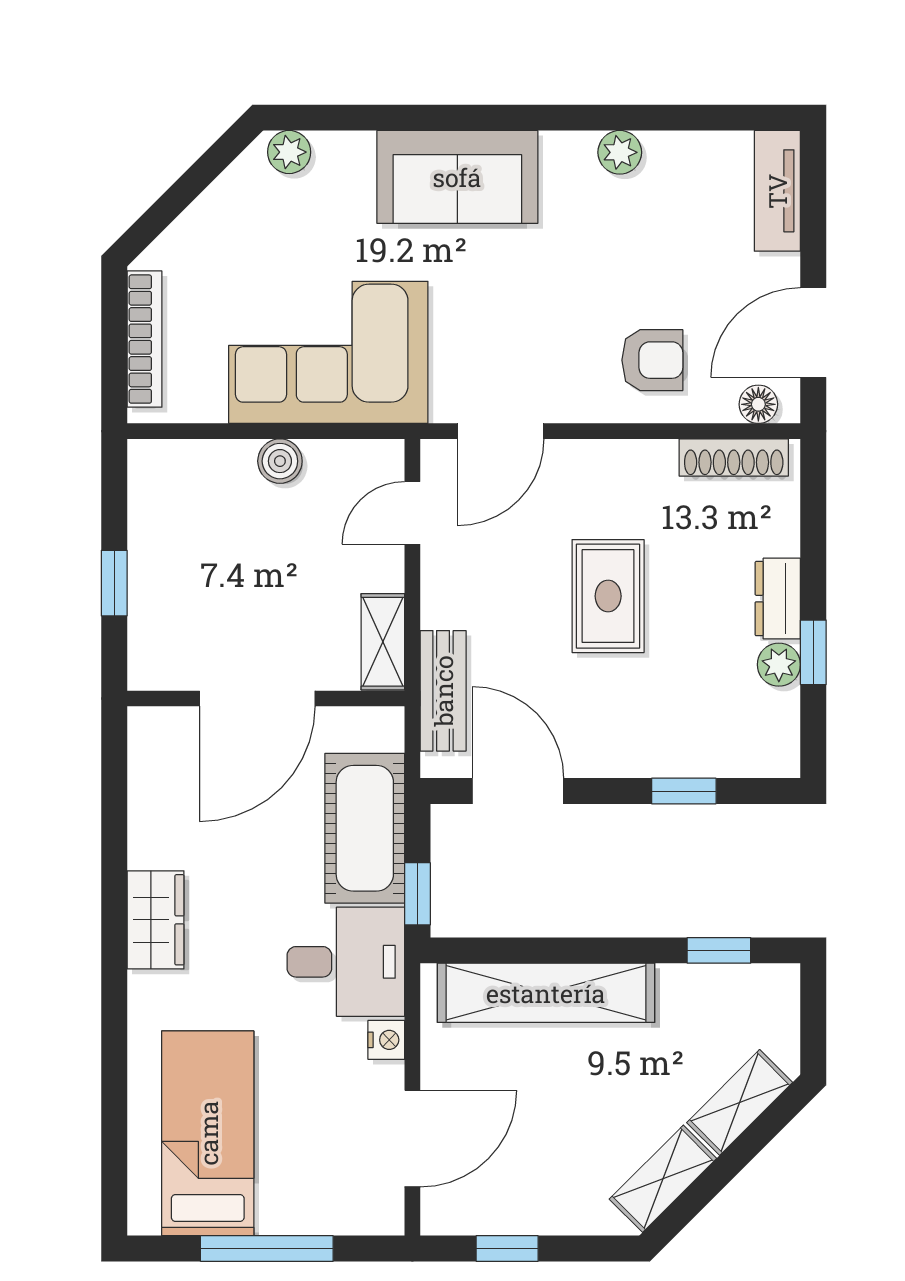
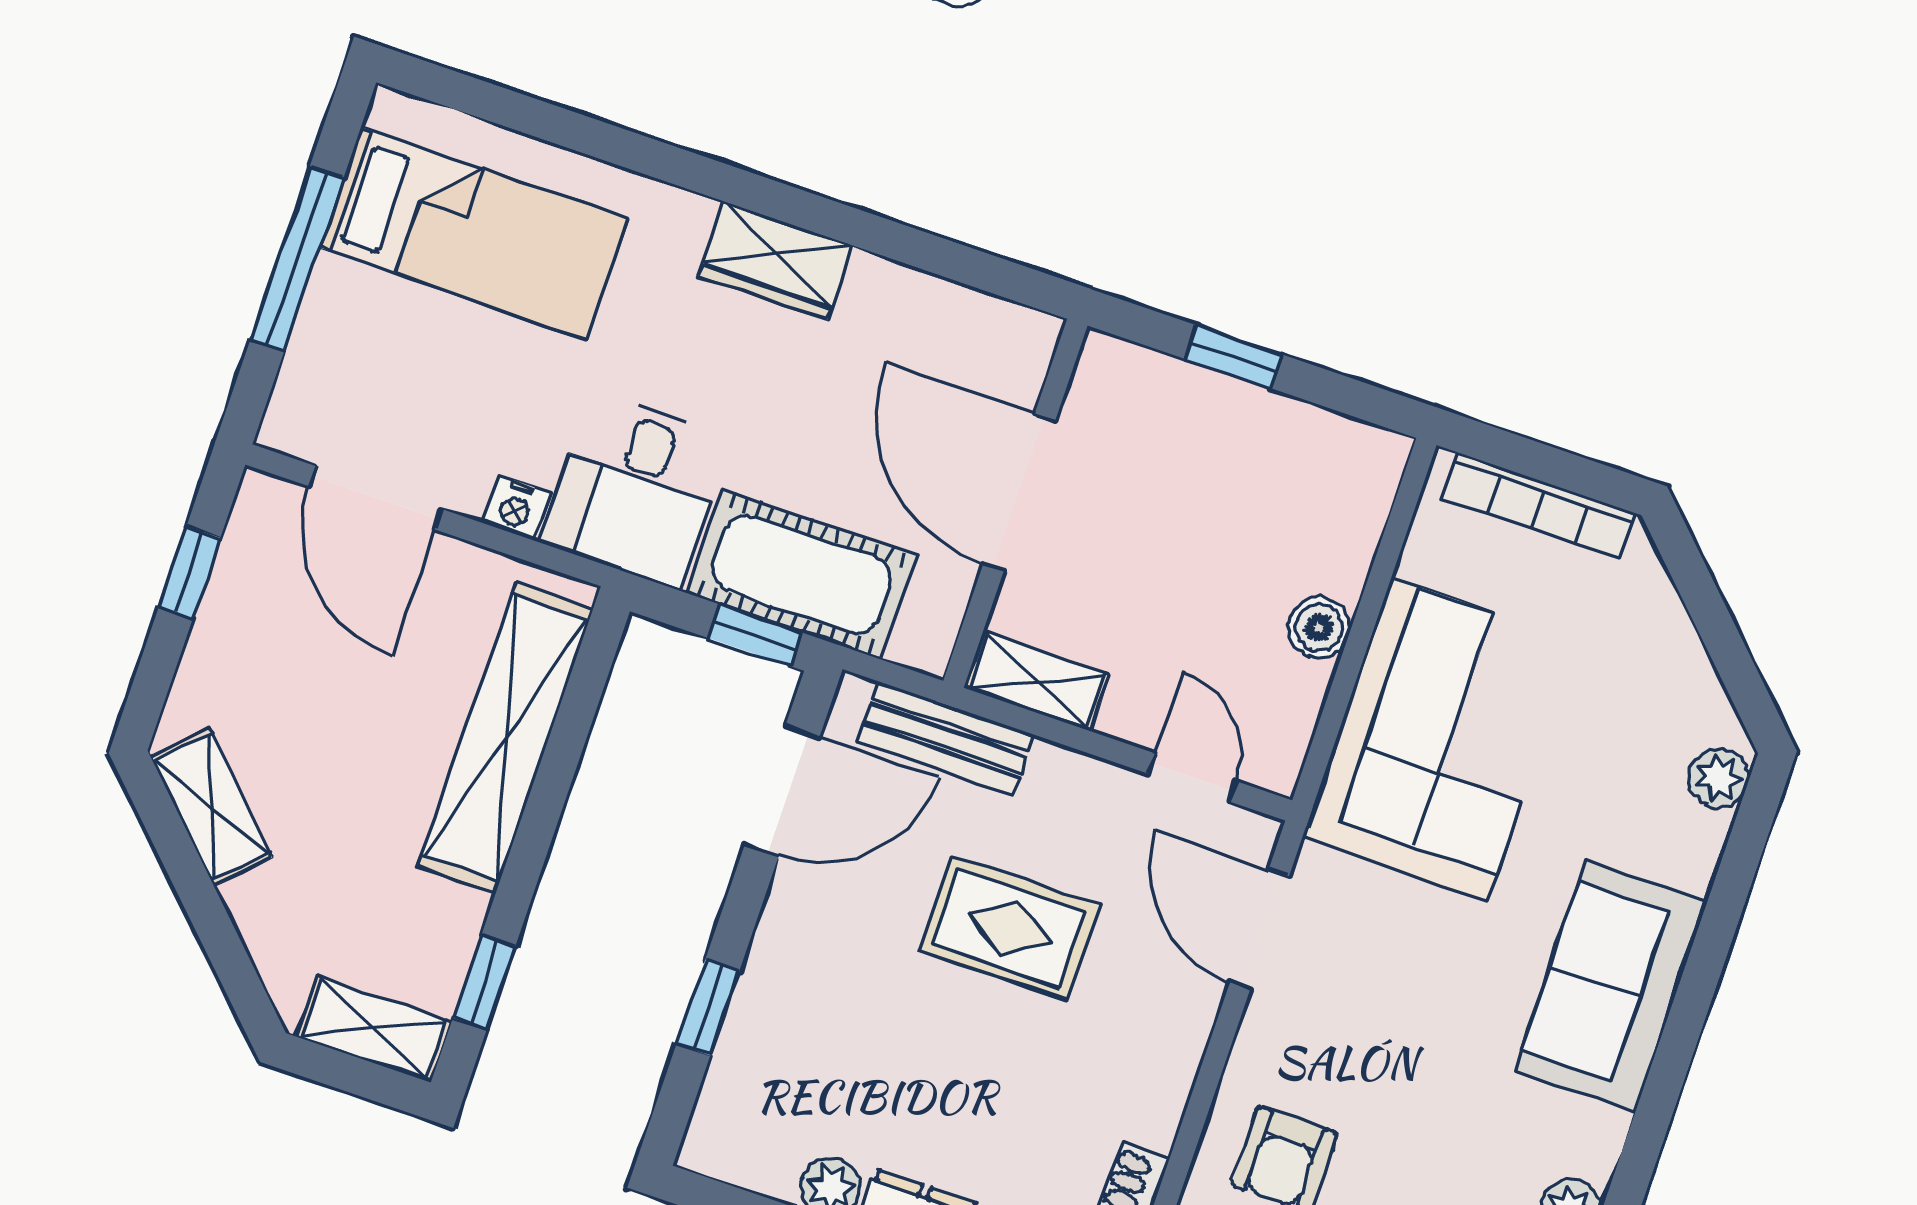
rug: (608, 596) -> (1009, 928), moved
window: (417, 894) -> (755, 635), moved
shelving: (740, 1102) -> (374, 1029), moved, turned -45

